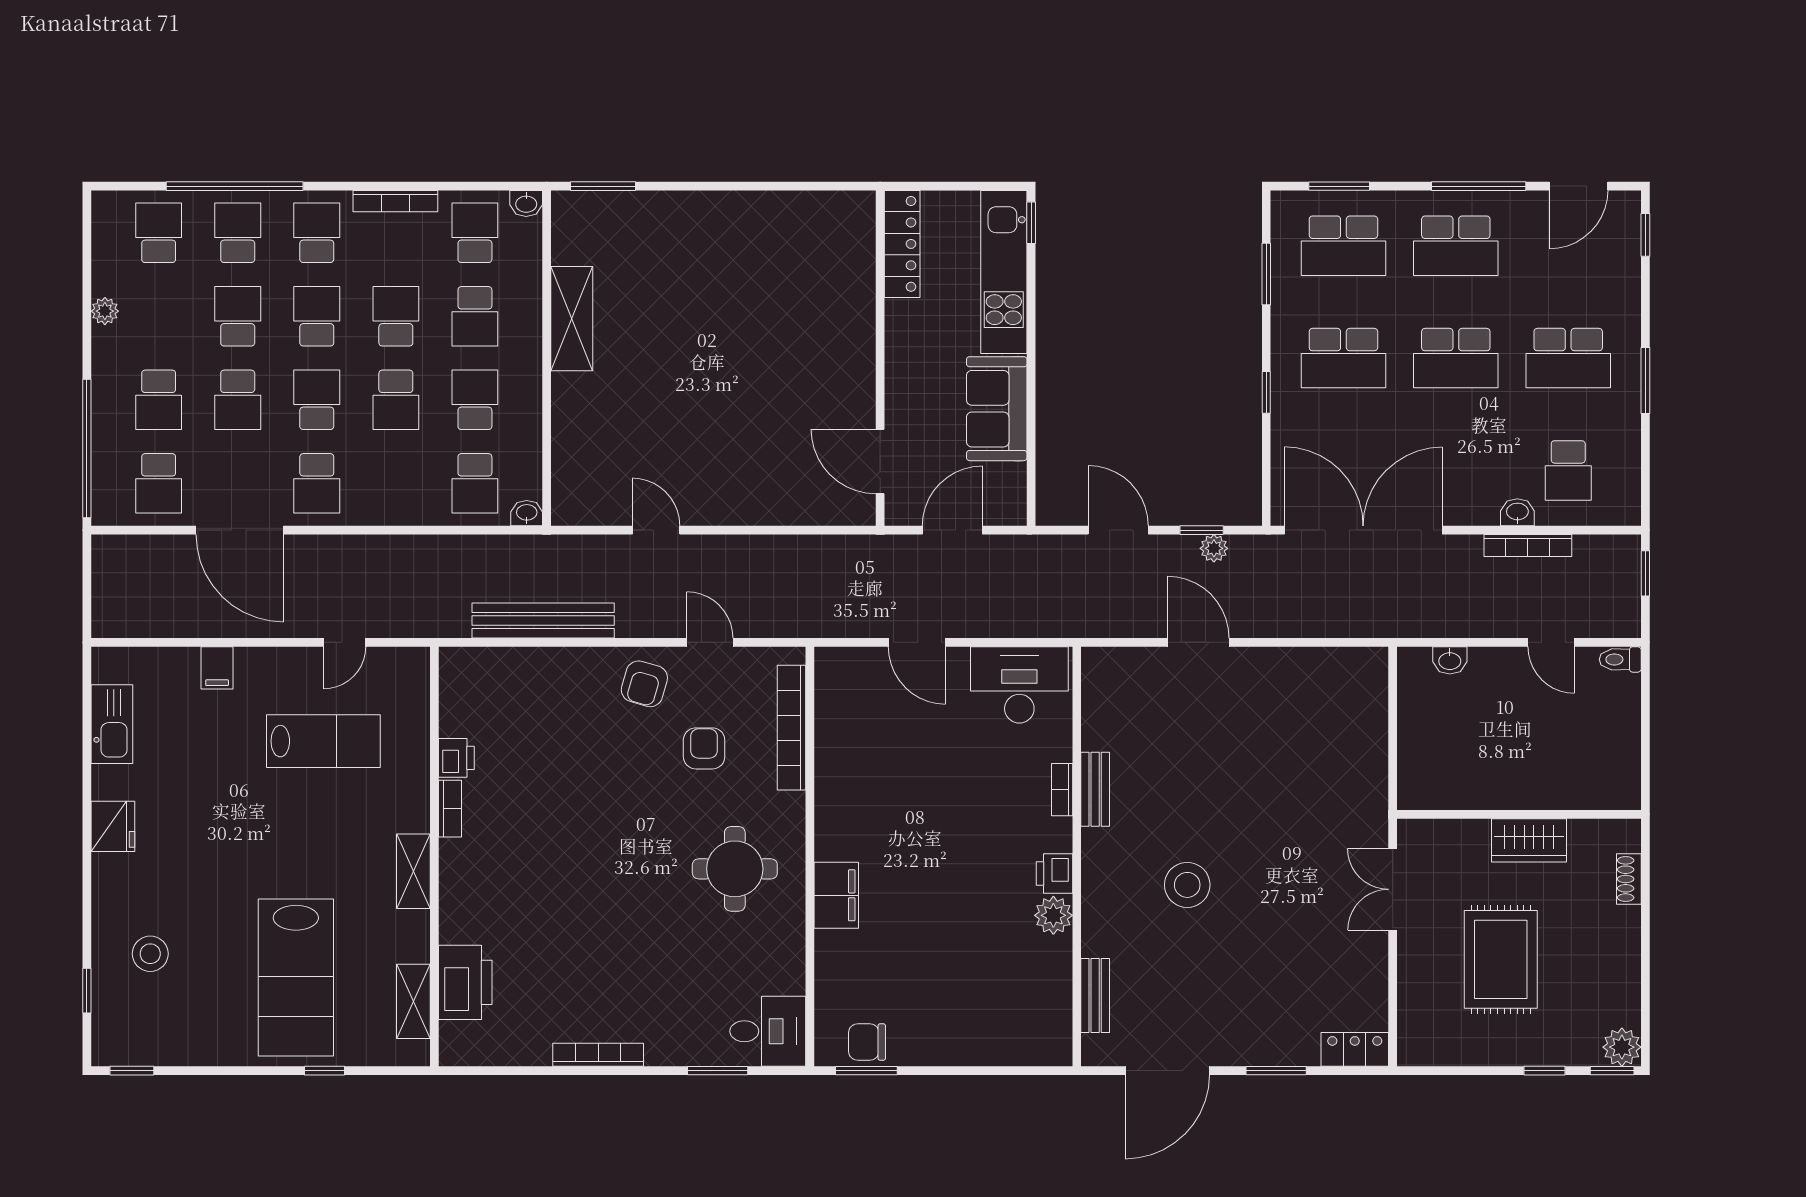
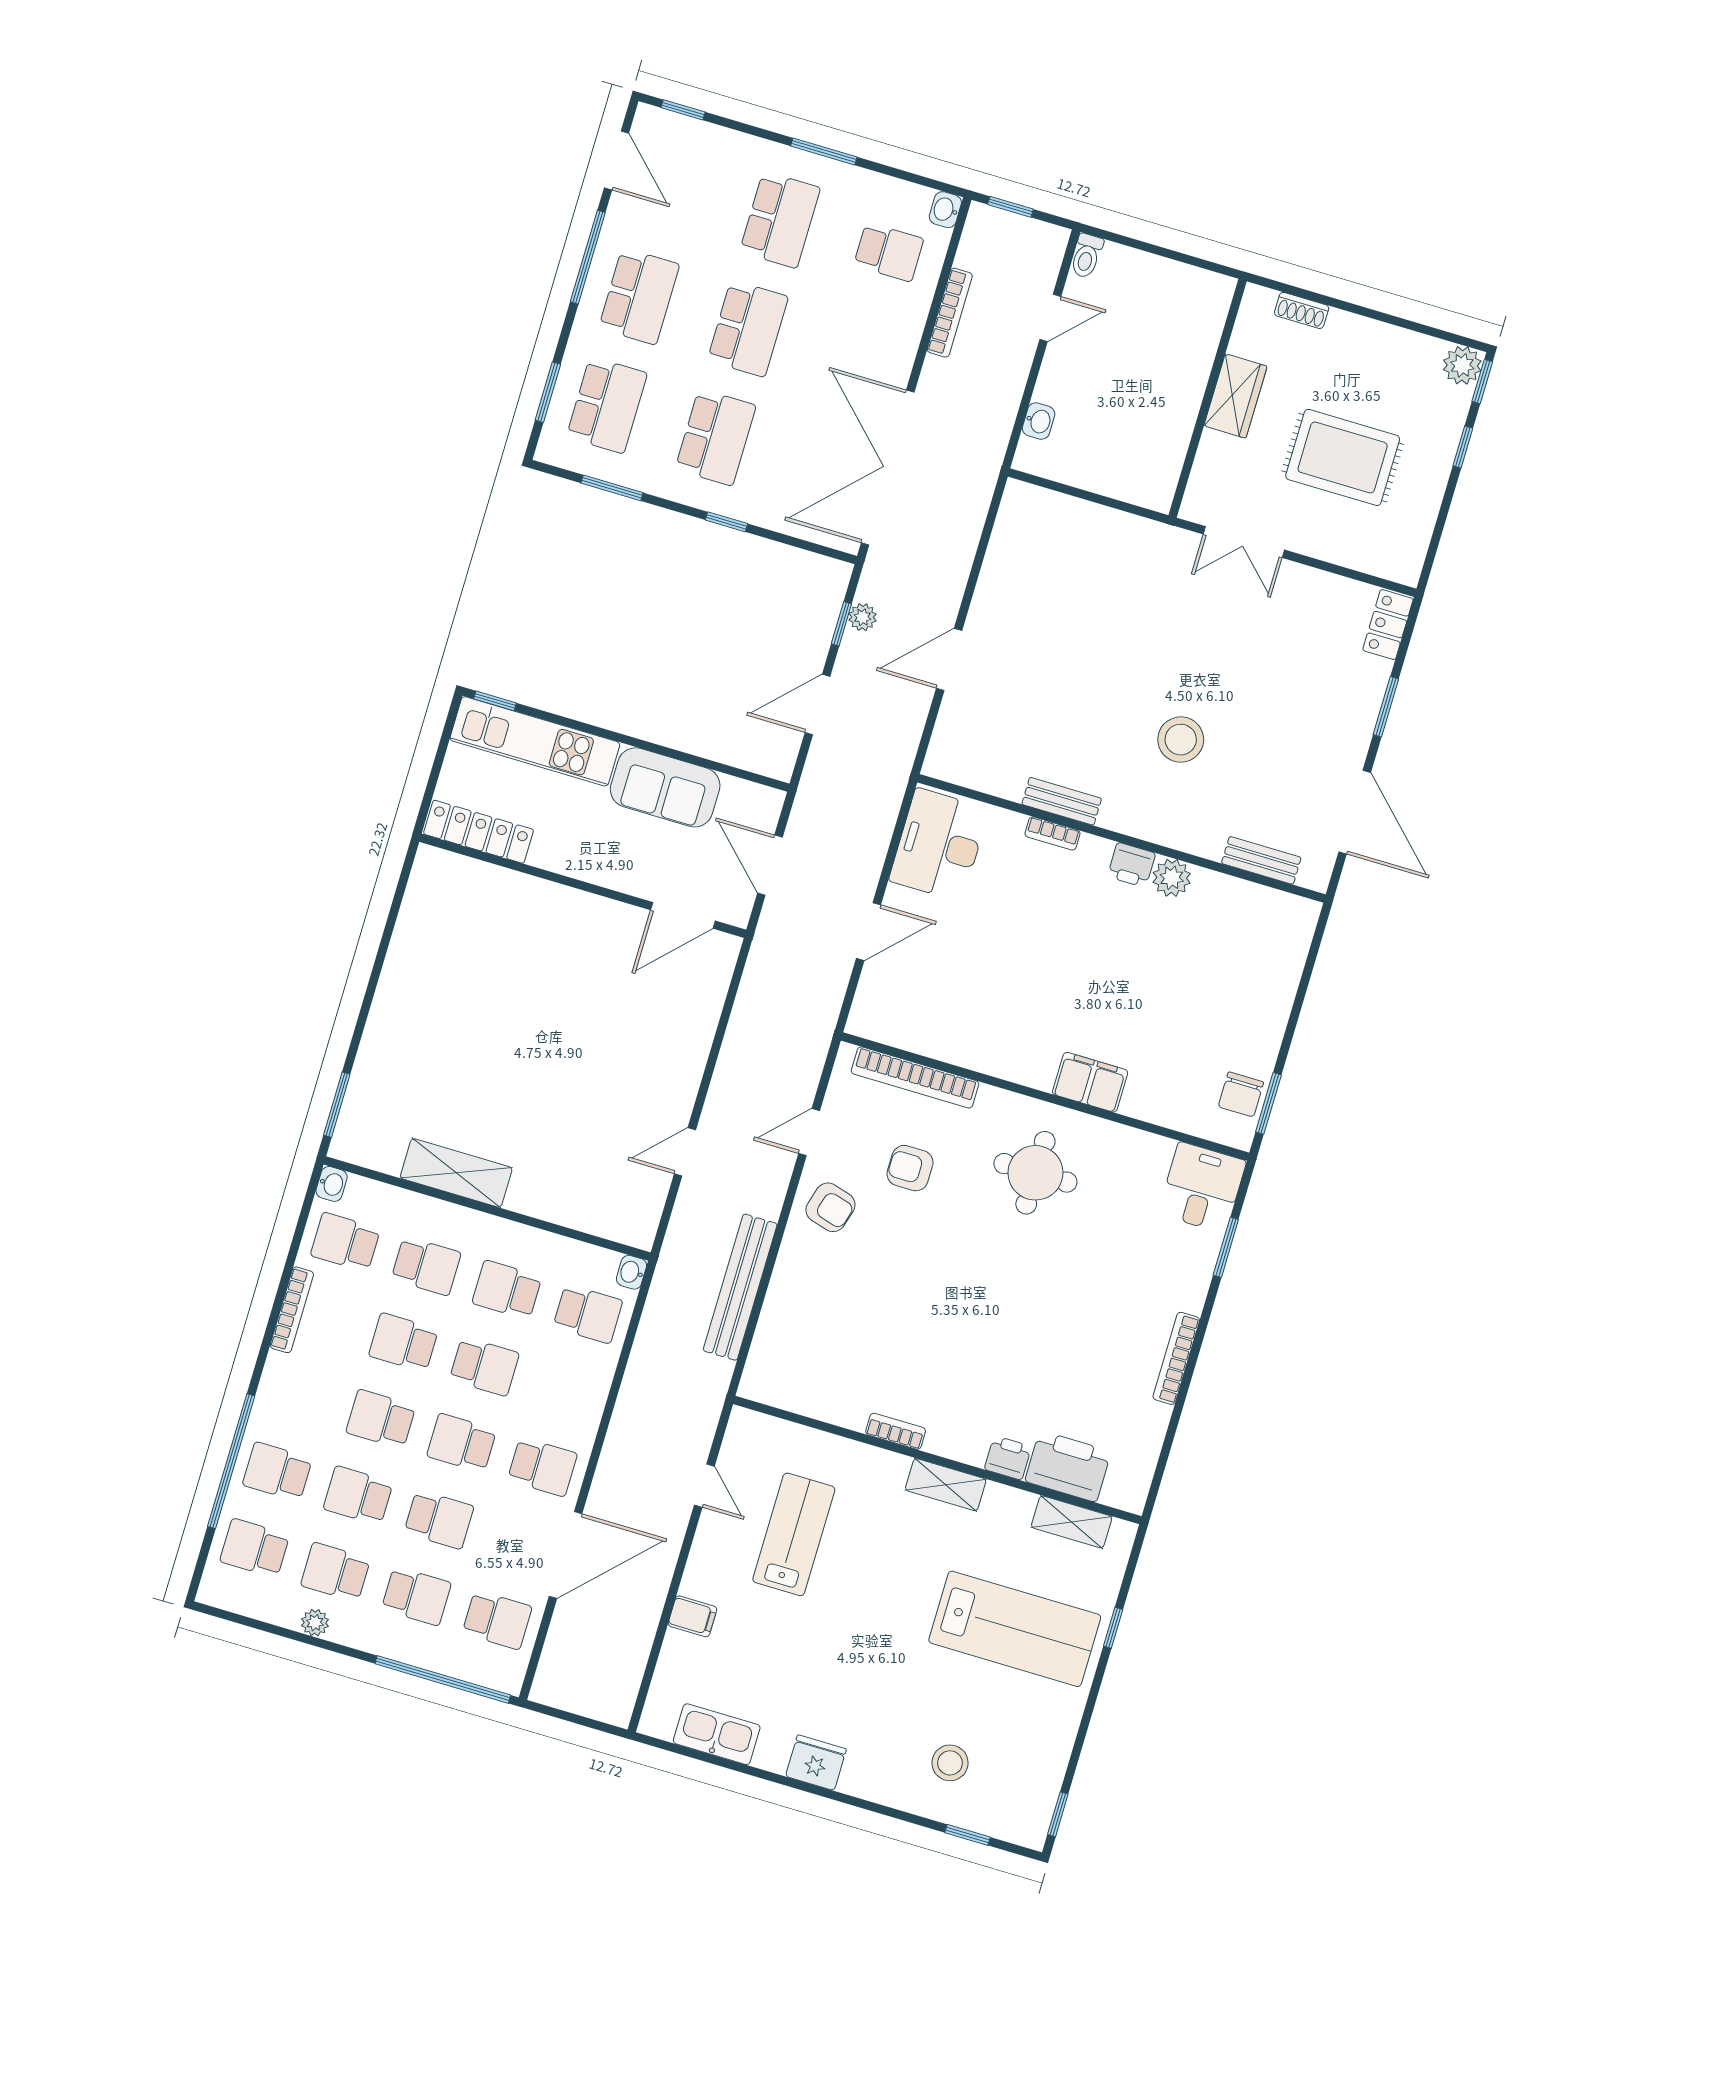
school desk: (317, 233) -> (335, 1572), moved
washbasin: (1517, 512) -> (945, 210), moved
printer: (456, 758) -> (1008, 1458), moved

